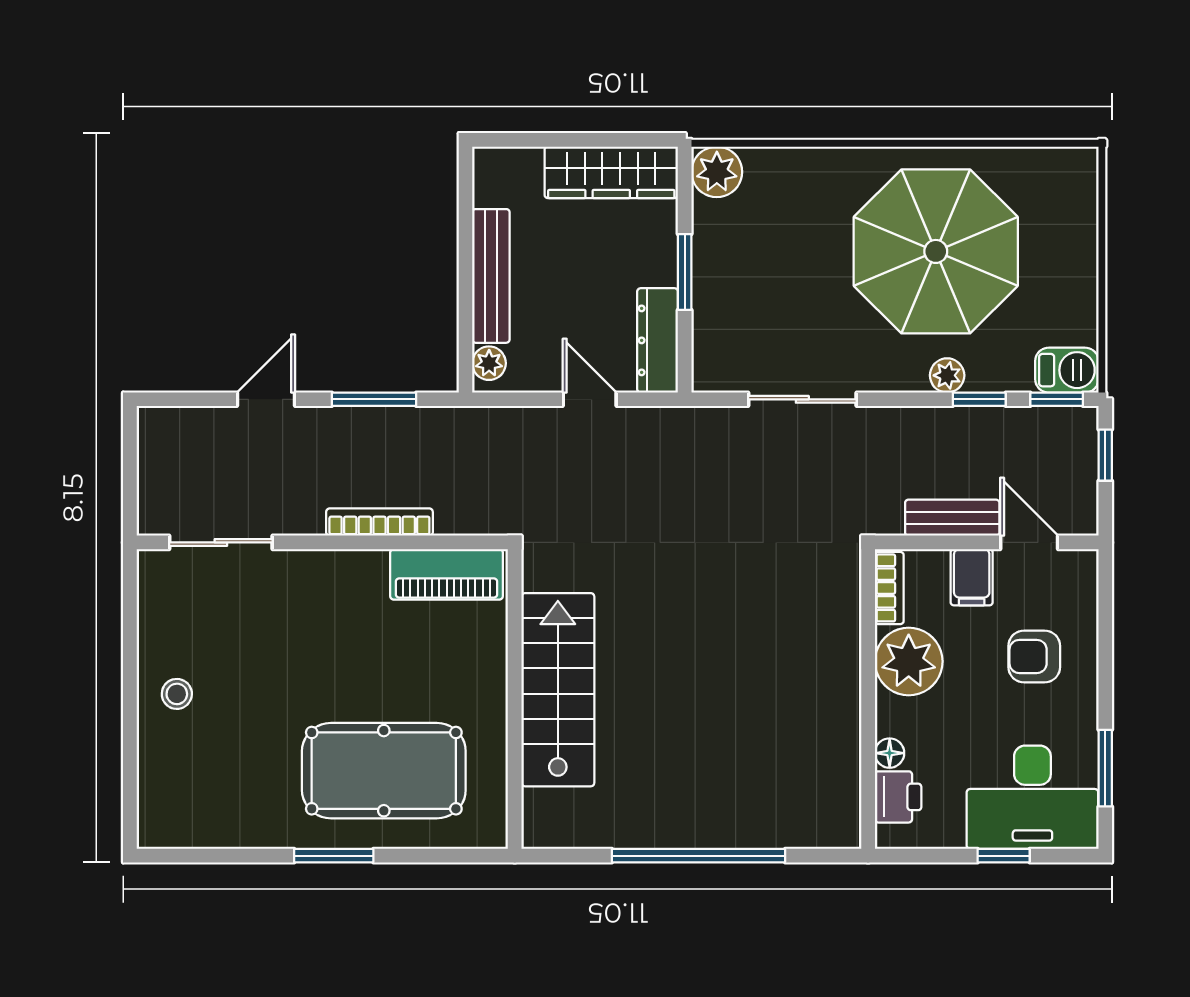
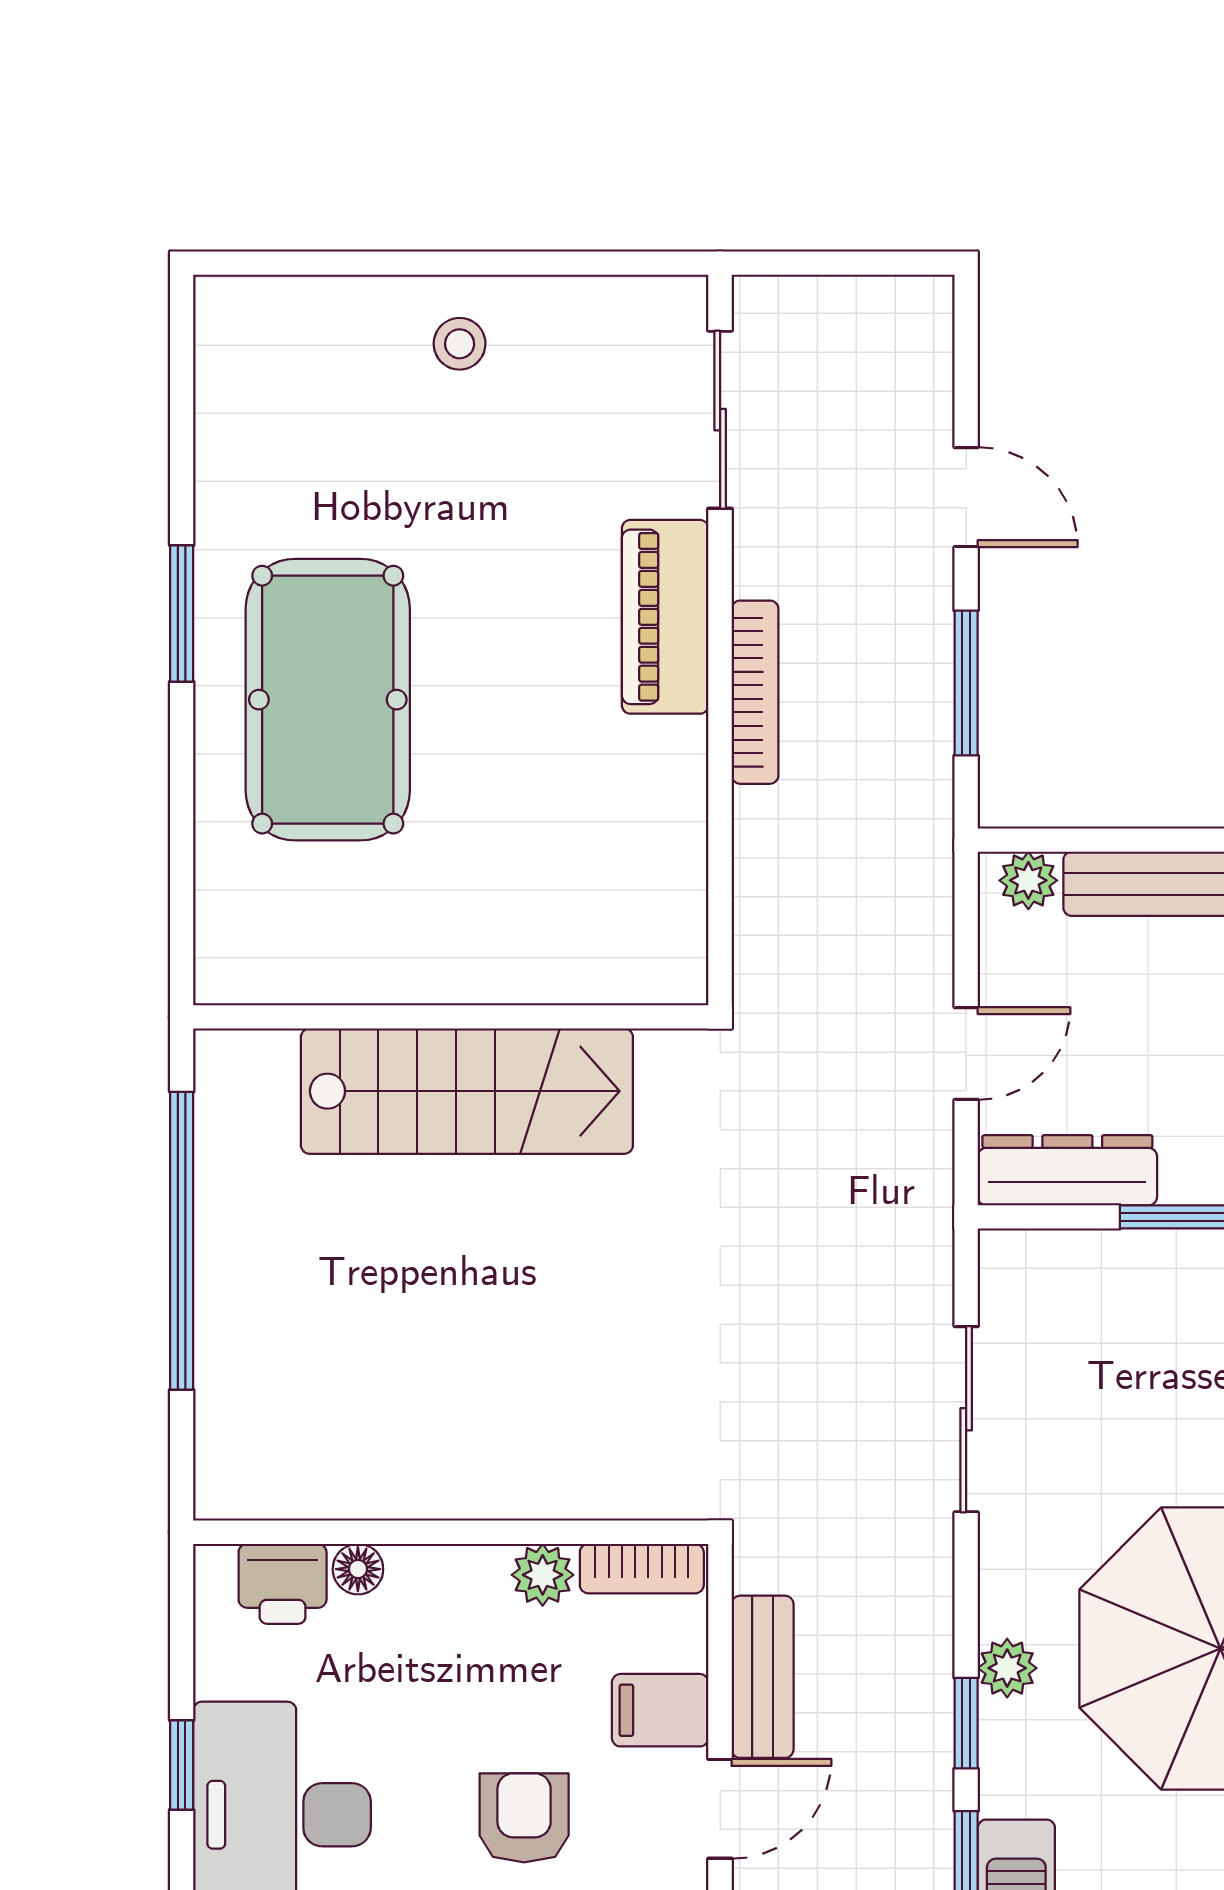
piano: (447, 574) -> (665, 617), moved
plant: (909, 661) -> (543, 1575), width x0.53, depth x0.53
stairs: (558, 690) -> (467, 1091), moved
wall: (515, 699) -> (451, 1017), moved

